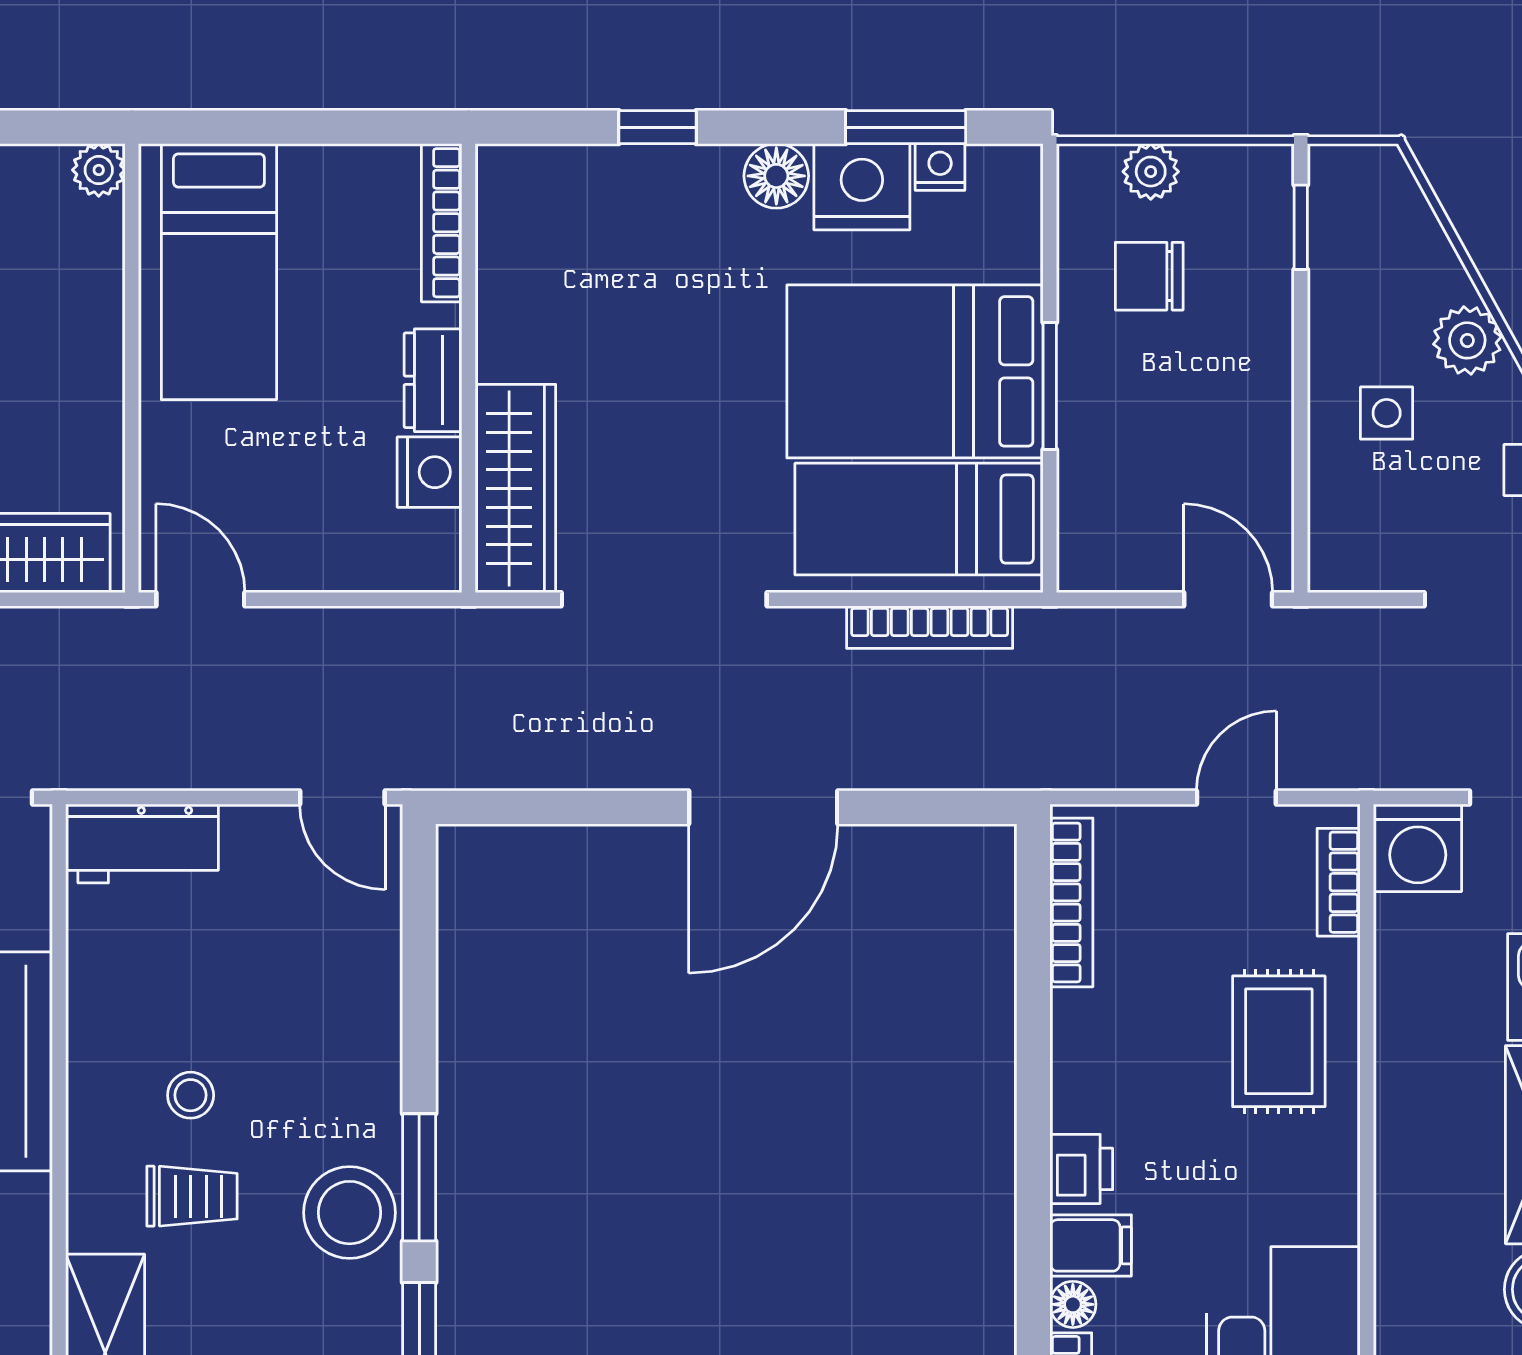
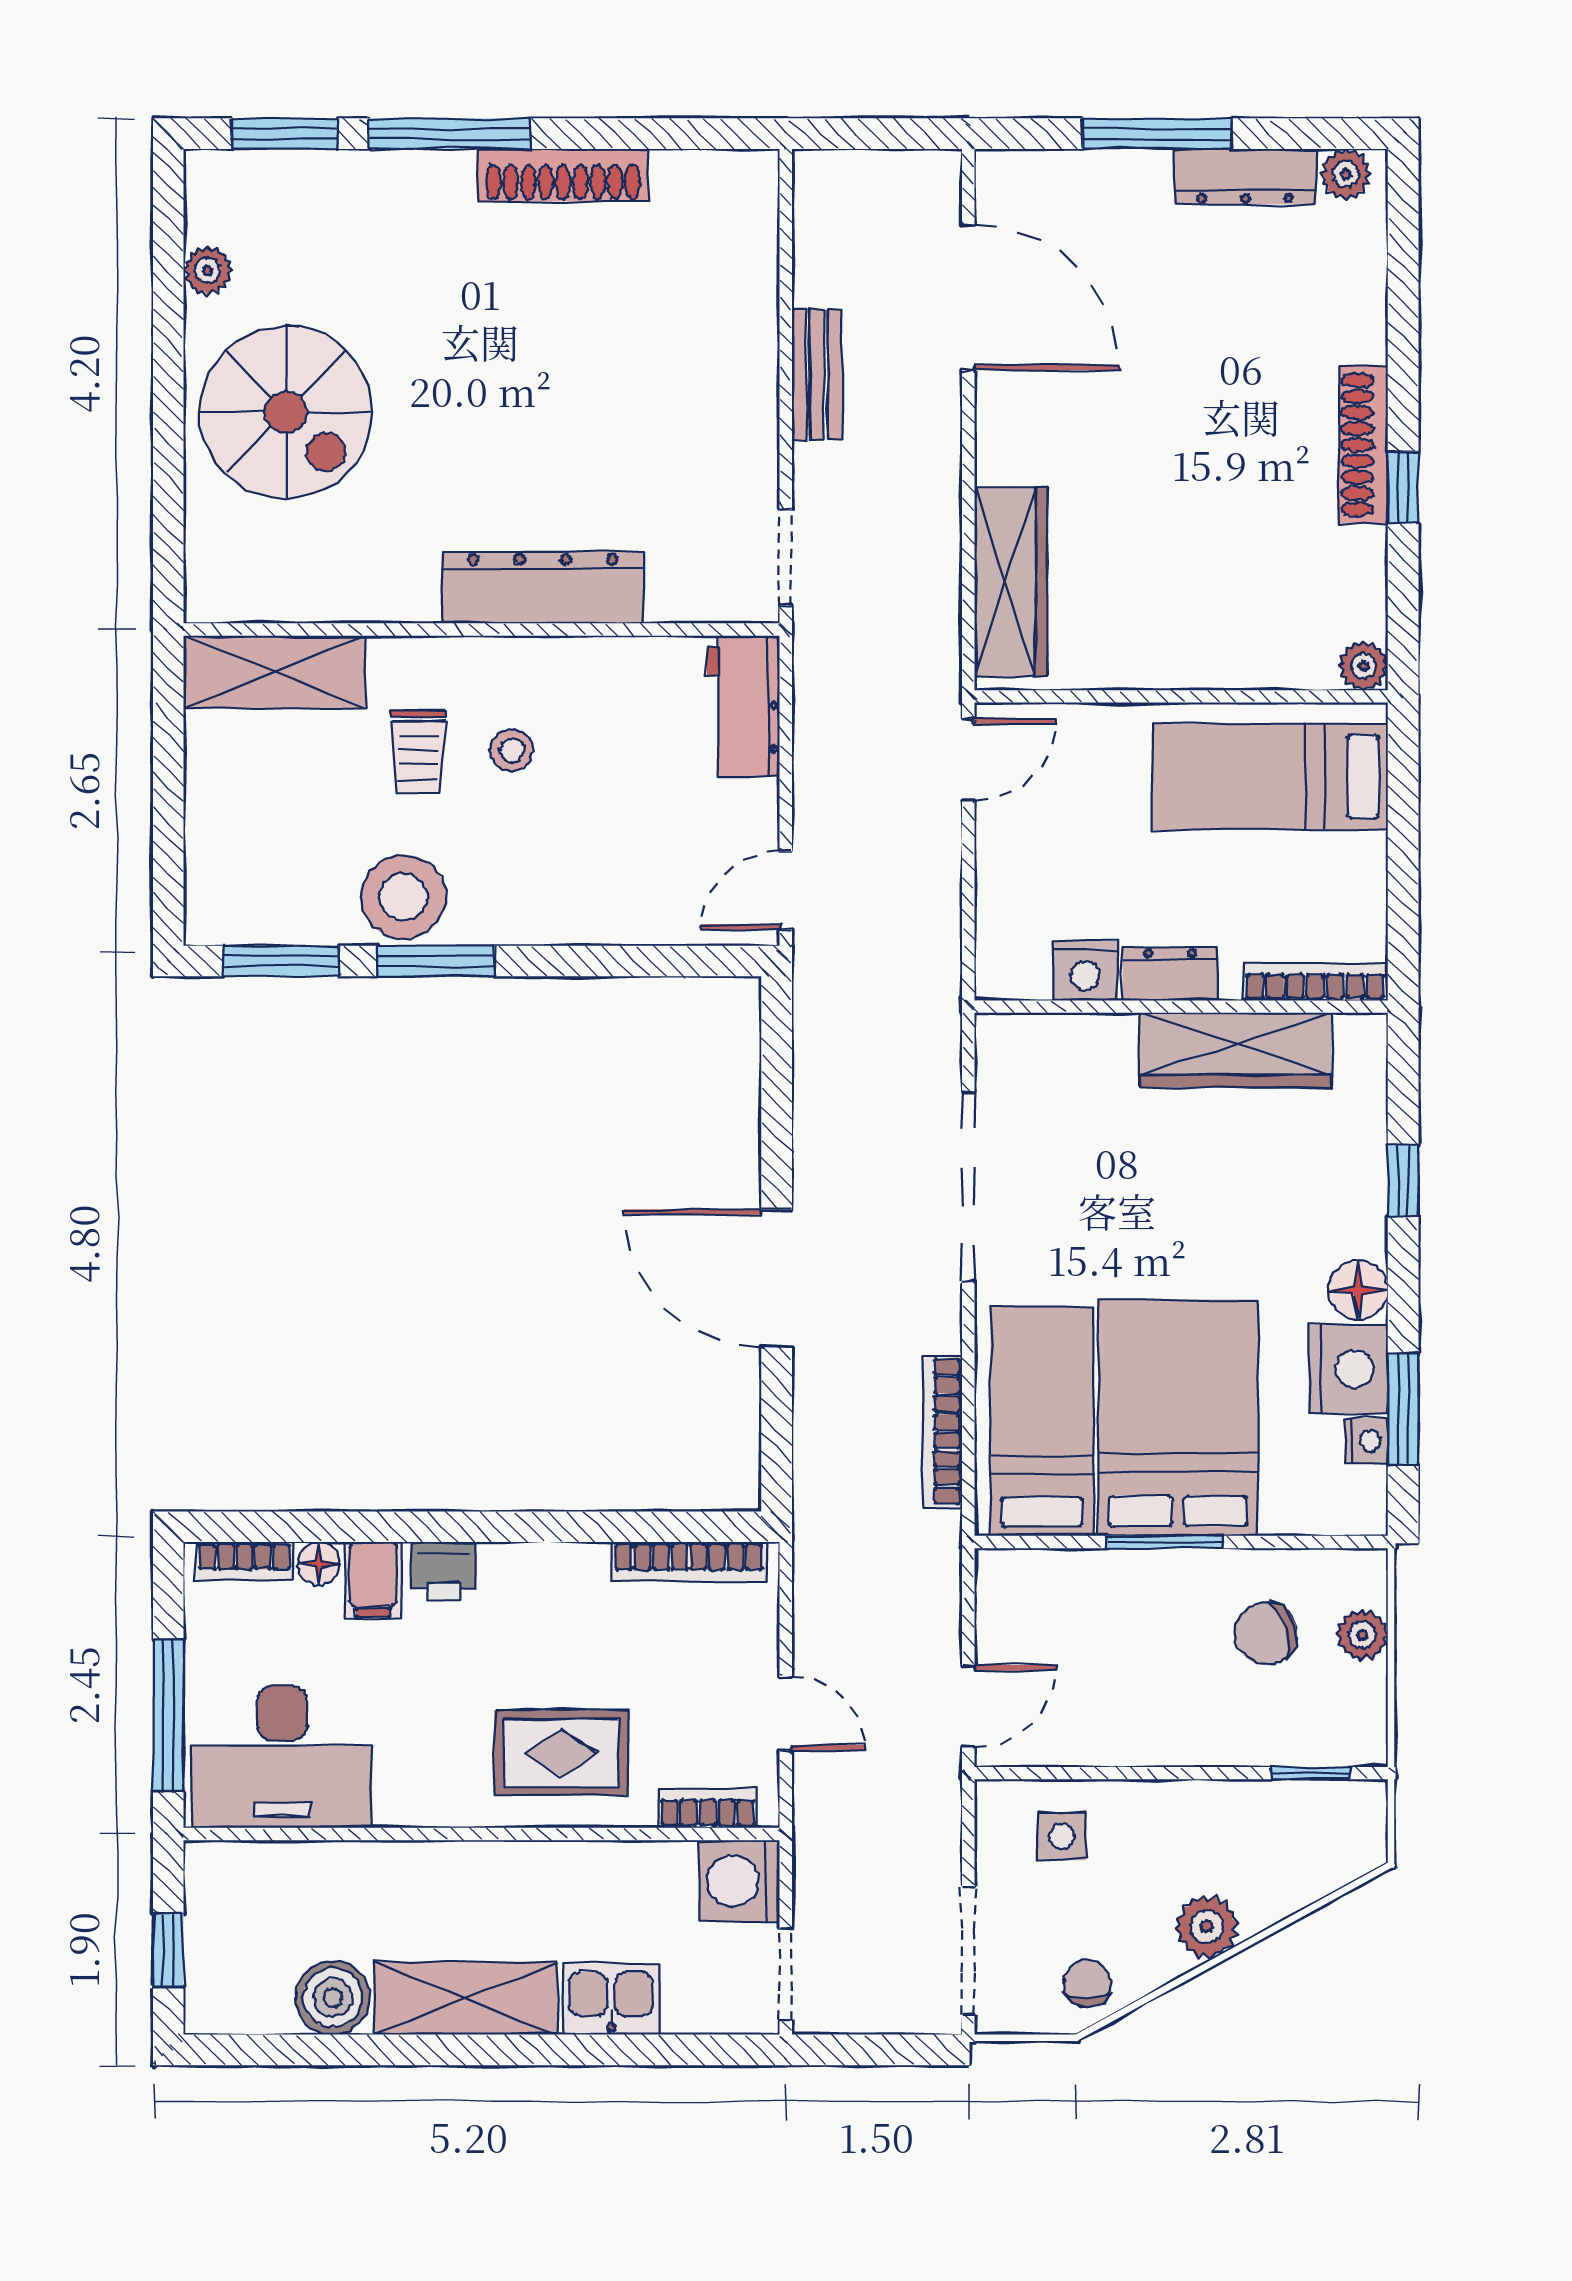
chair: (1149, 276) -> (1266, 1633), turned -107
side table: (1387, 413) -> (1062, 1836), moved
wardrobe: (515, 489) -> (1236, 1050), moved

